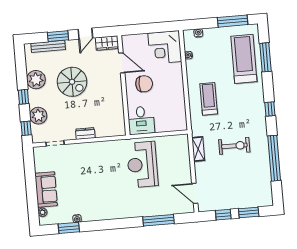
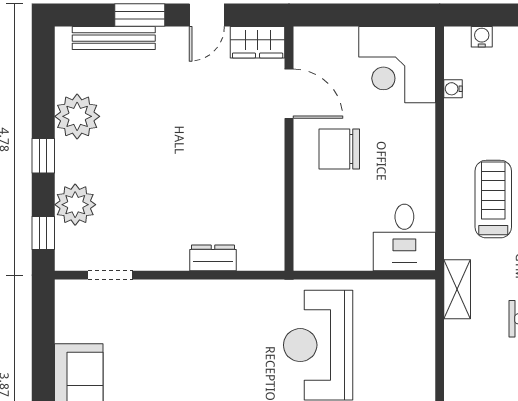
spiral stairs: (72, 82) -> (164, 129), removed
chair: (144, 84) -> (339, 149), turned 180
desk: (141, 120) -> (404, 237), moved
dresser: (85, 134) -> (213, 258), moved
shelving: (198, 149) -> (457, 289), moved

